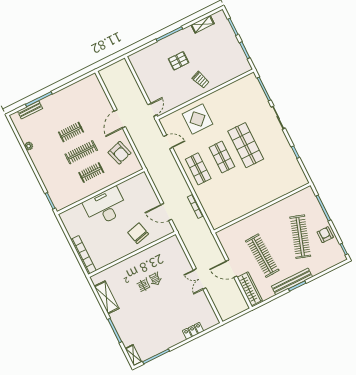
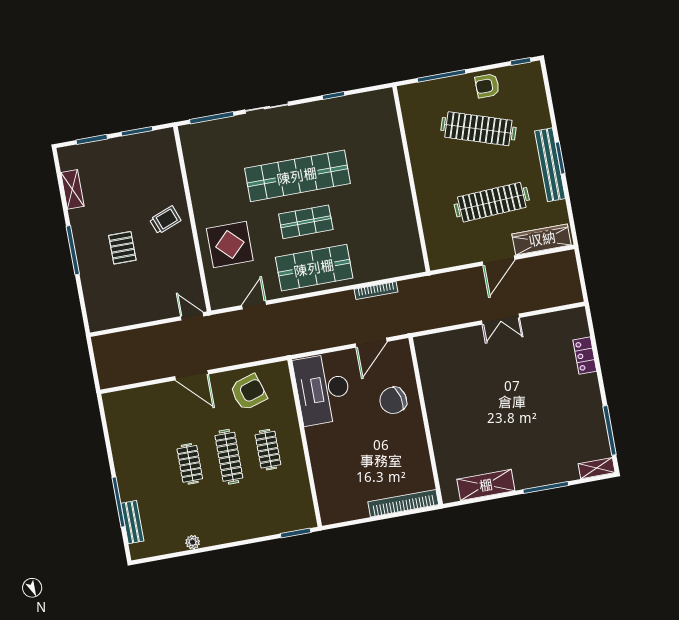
shop shelf: (246, 145) -> (297, 176), width x1.40
shop shelf: (198, 169) -> (314, 268), width x1.43, depth x1.36
desk: (105, 207) -> (323, 389), moved

